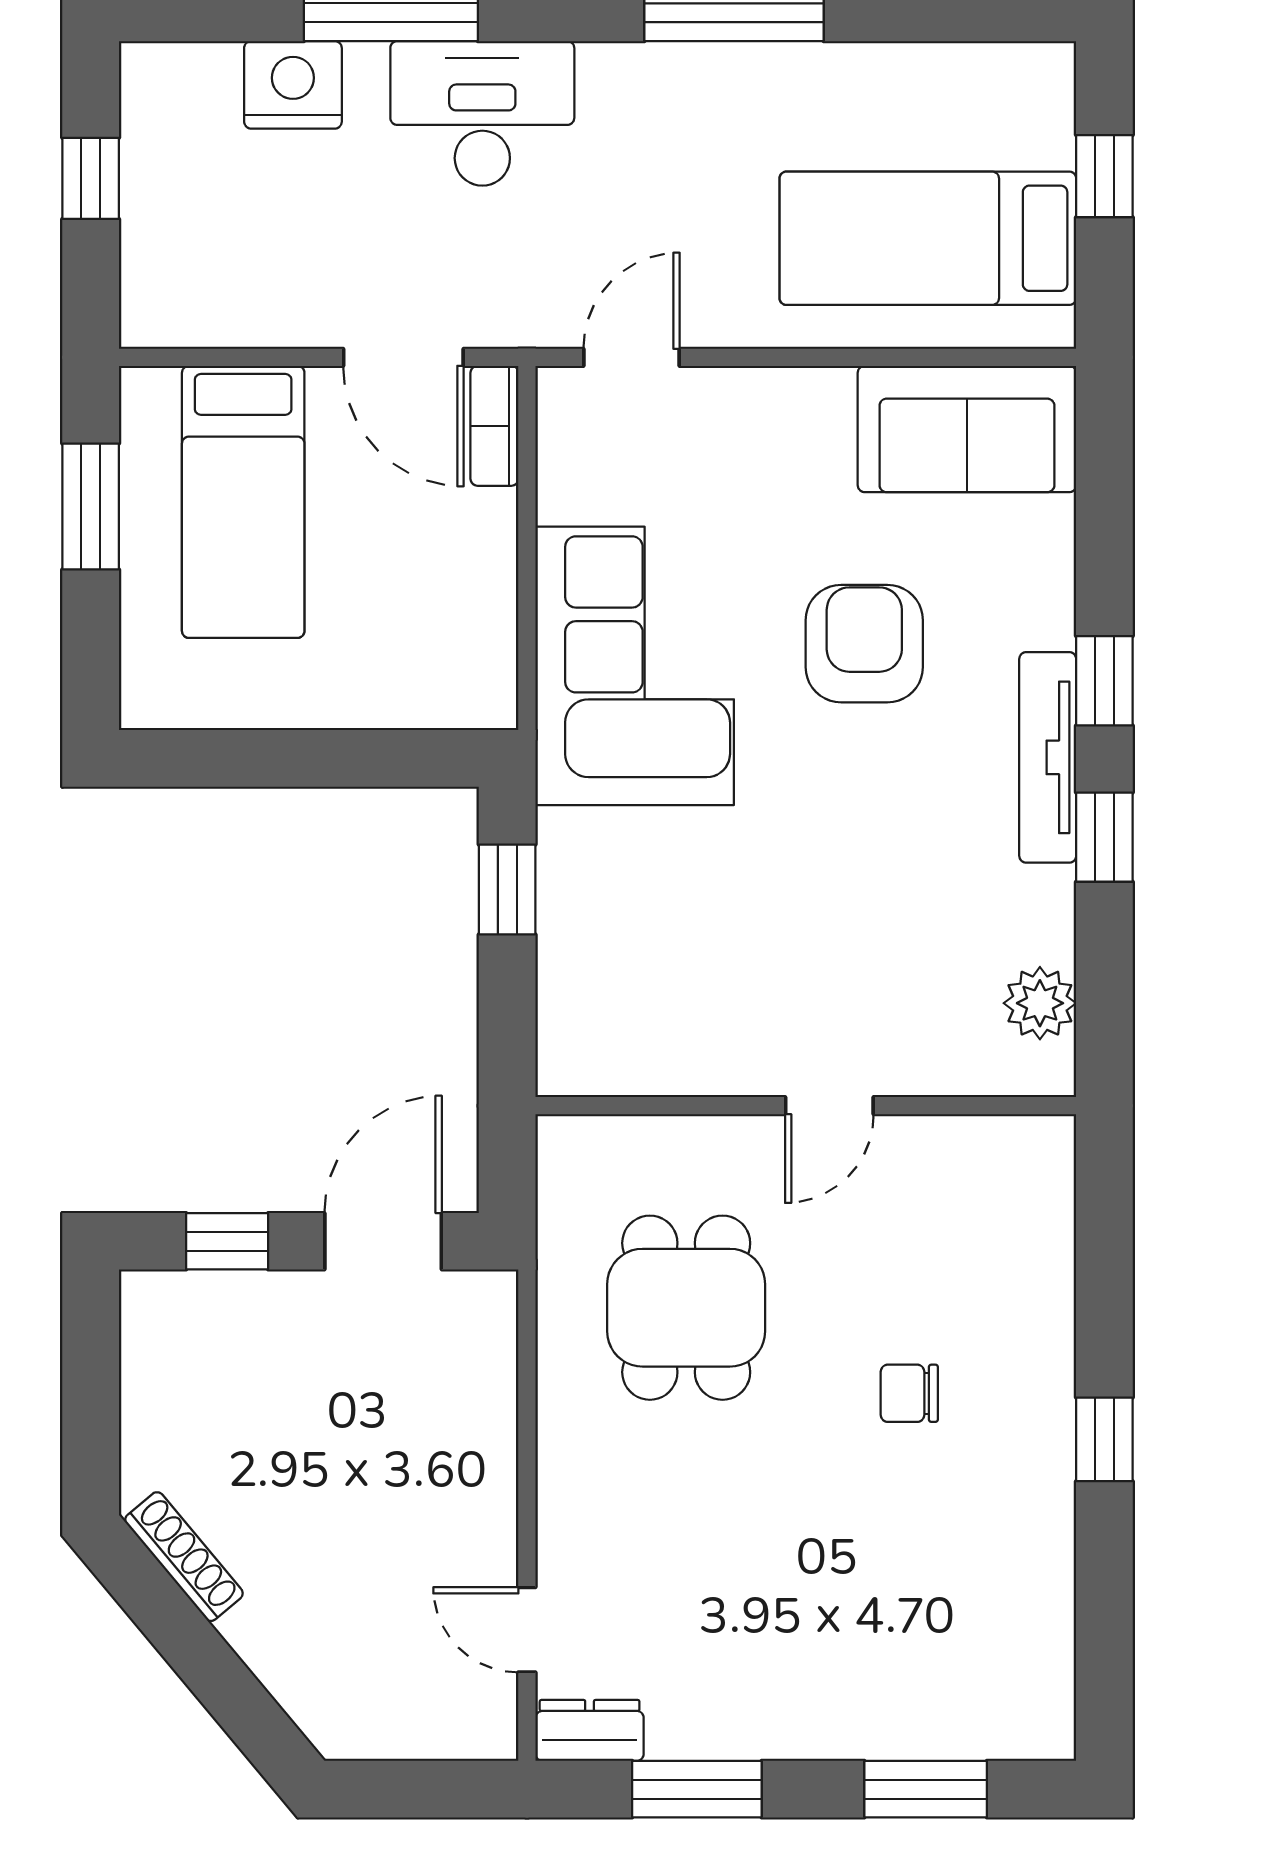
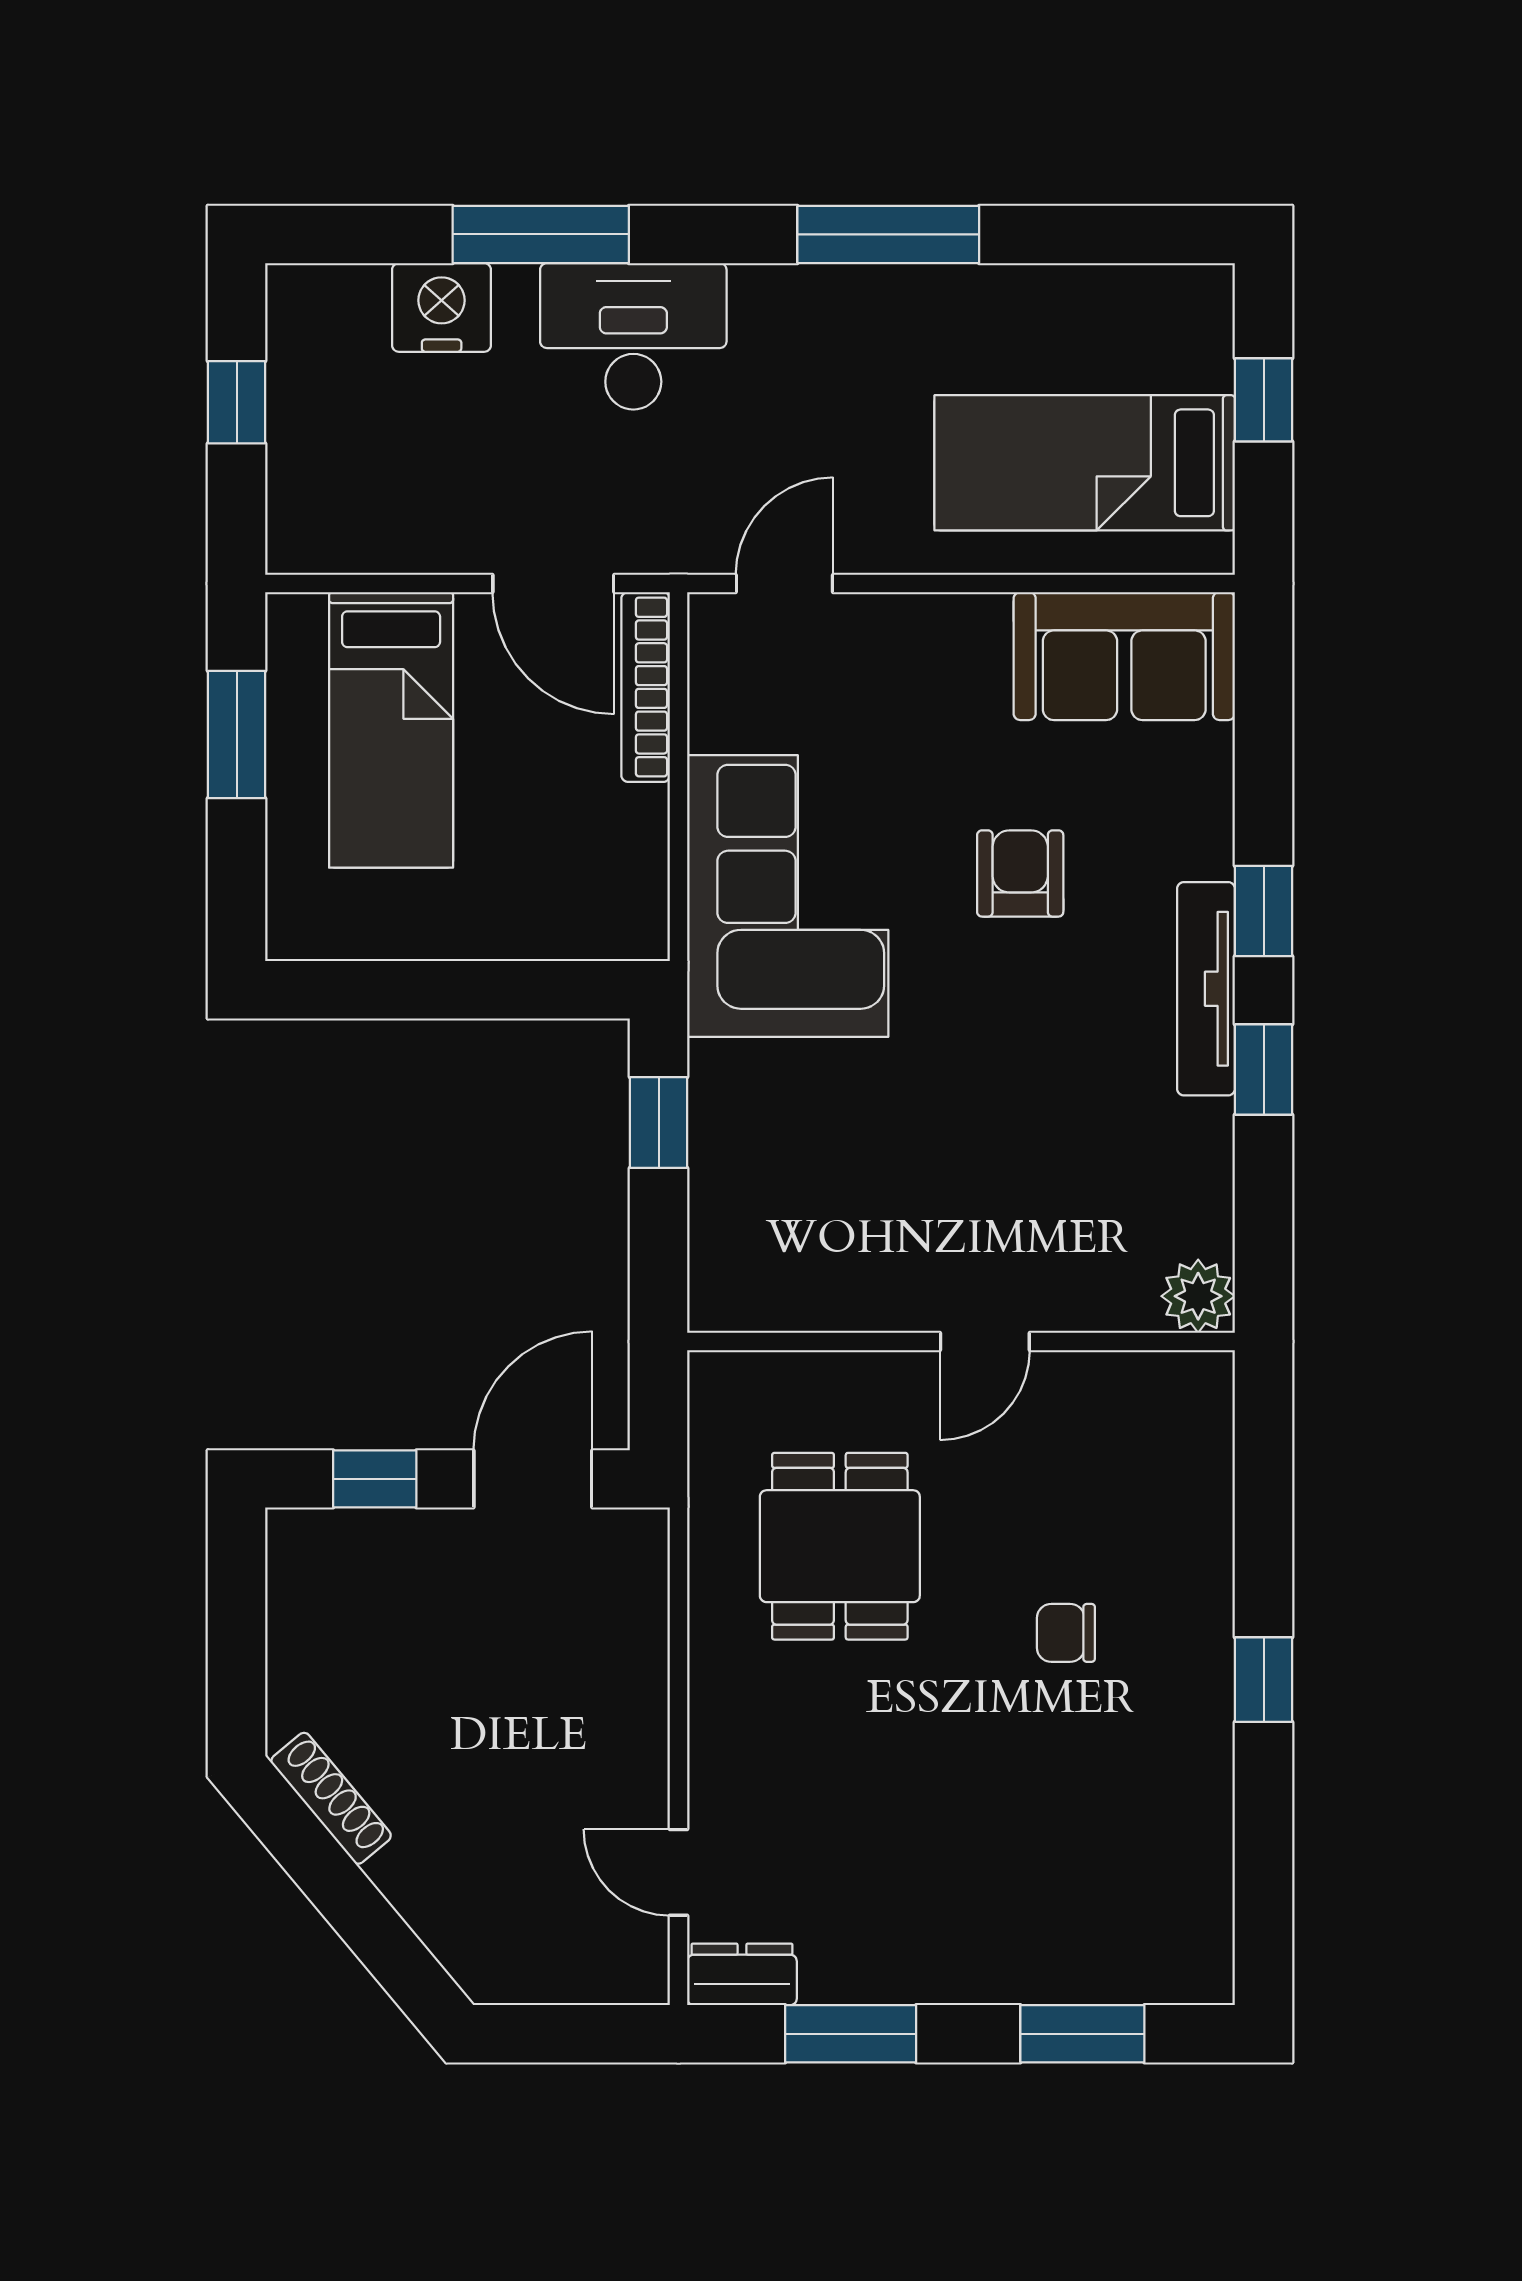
bookcase: (494, 426) -> (646, 687), width x1.56
armchair: (864, 644) -> (1020, 873), width x0.72, depth x0.72
plant: (1040, 1003) -> (1198, 1296), moved

